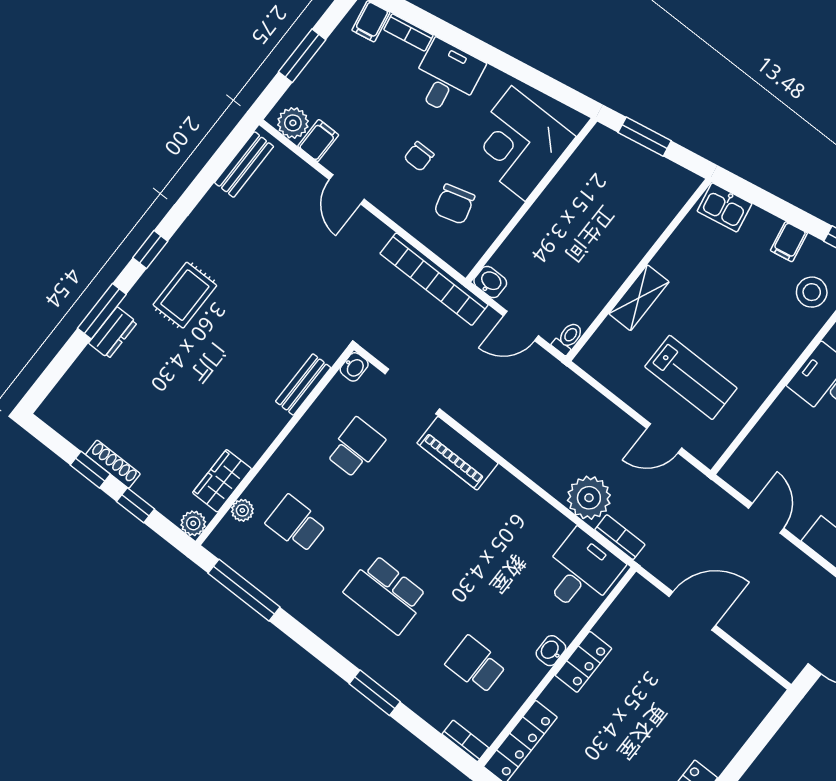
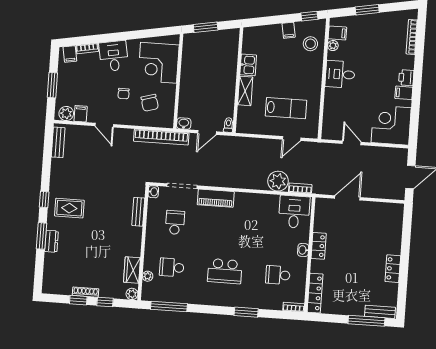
kitchen sink: (725, 207) -> (248, 65), moved, turned -80
rug: (185, 295) -> (69, 208), turned 90

